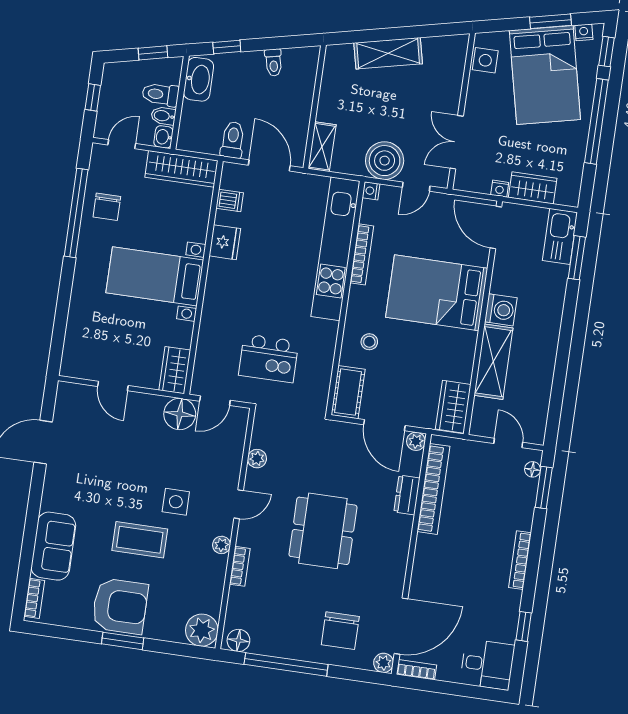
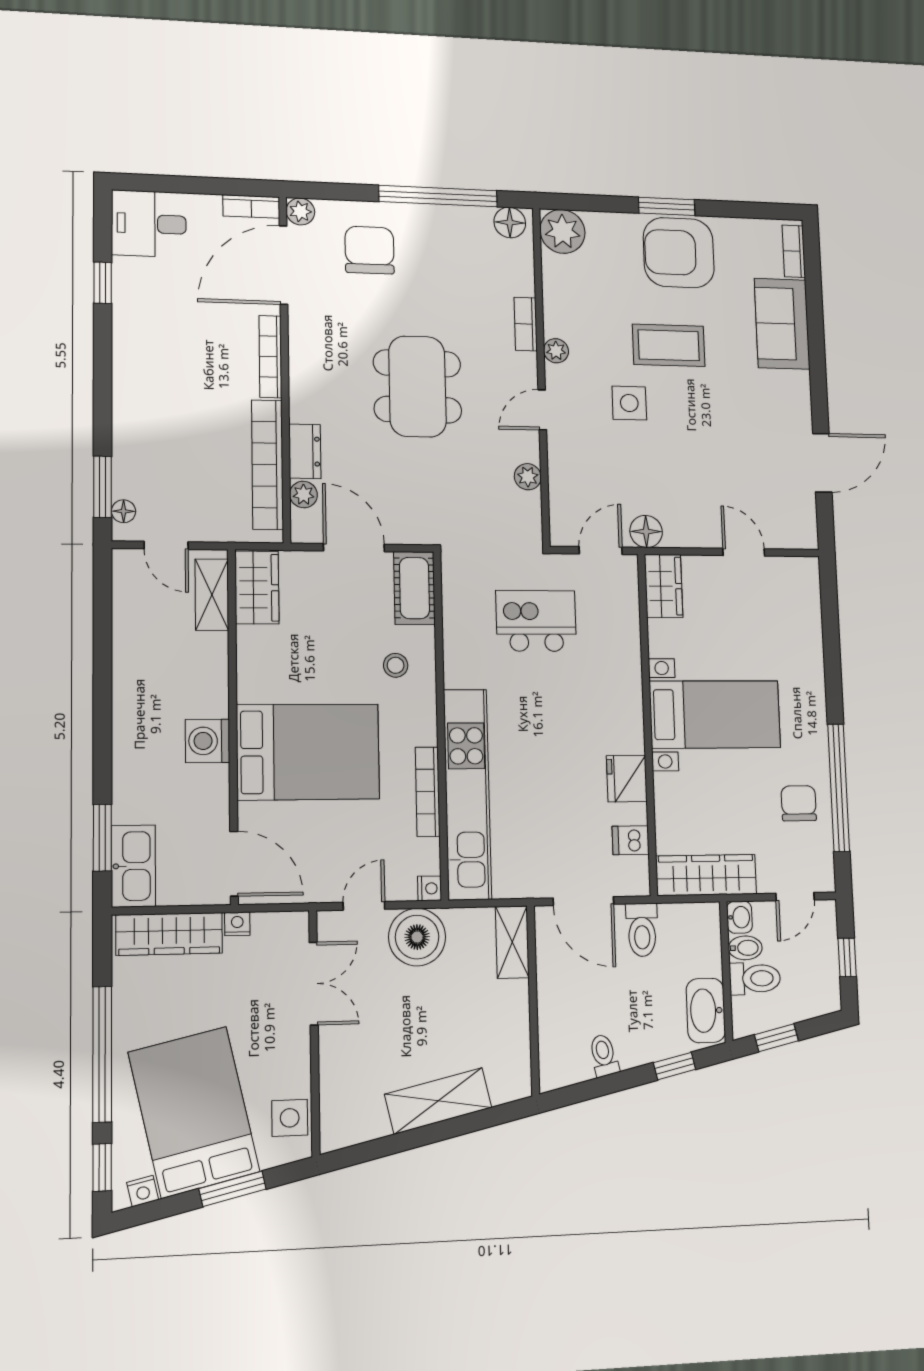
window: (551, 21) -> (233, 1189), moved
wardrobe: (533, 188) -> (169, 934), width x1.50
shelving: (493, 362) -> (212, 595), moved, width x0.67, depth x0.75
floor lamp: (180, 414) -> (646, 532), width x0.73, depth x0.73
plant: (416, 441) -> (304, 495), moved
bookcase: (520, 560) -> (270, 357), moved, turned 180

